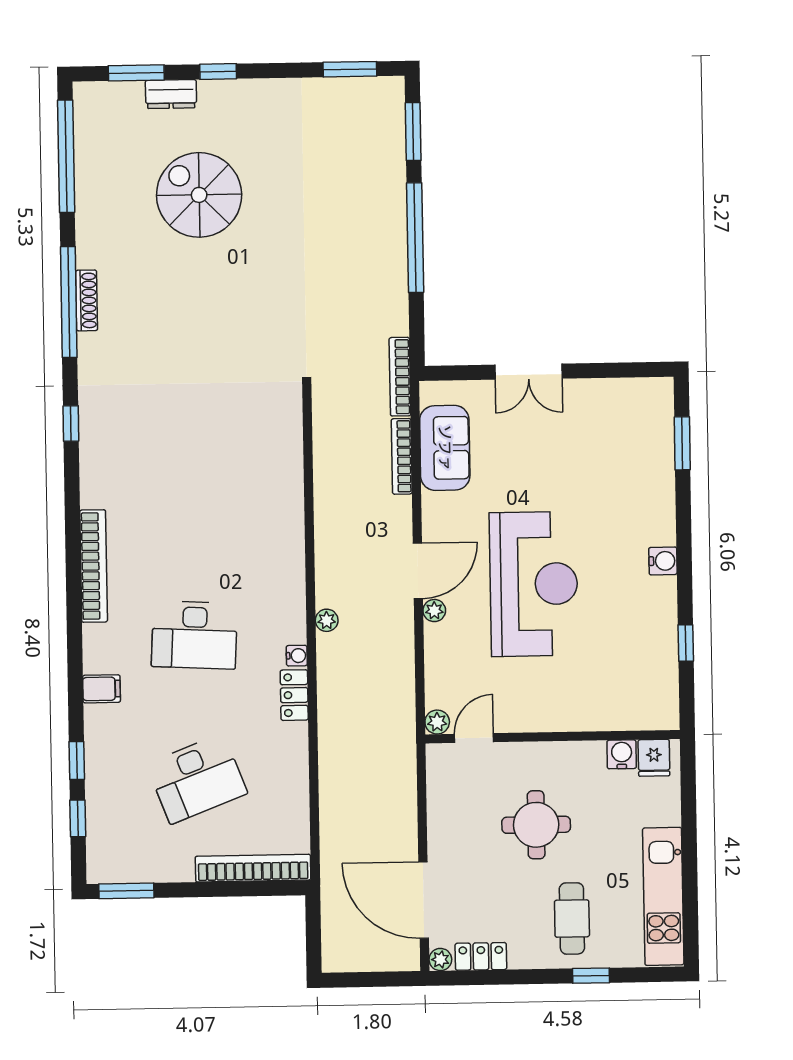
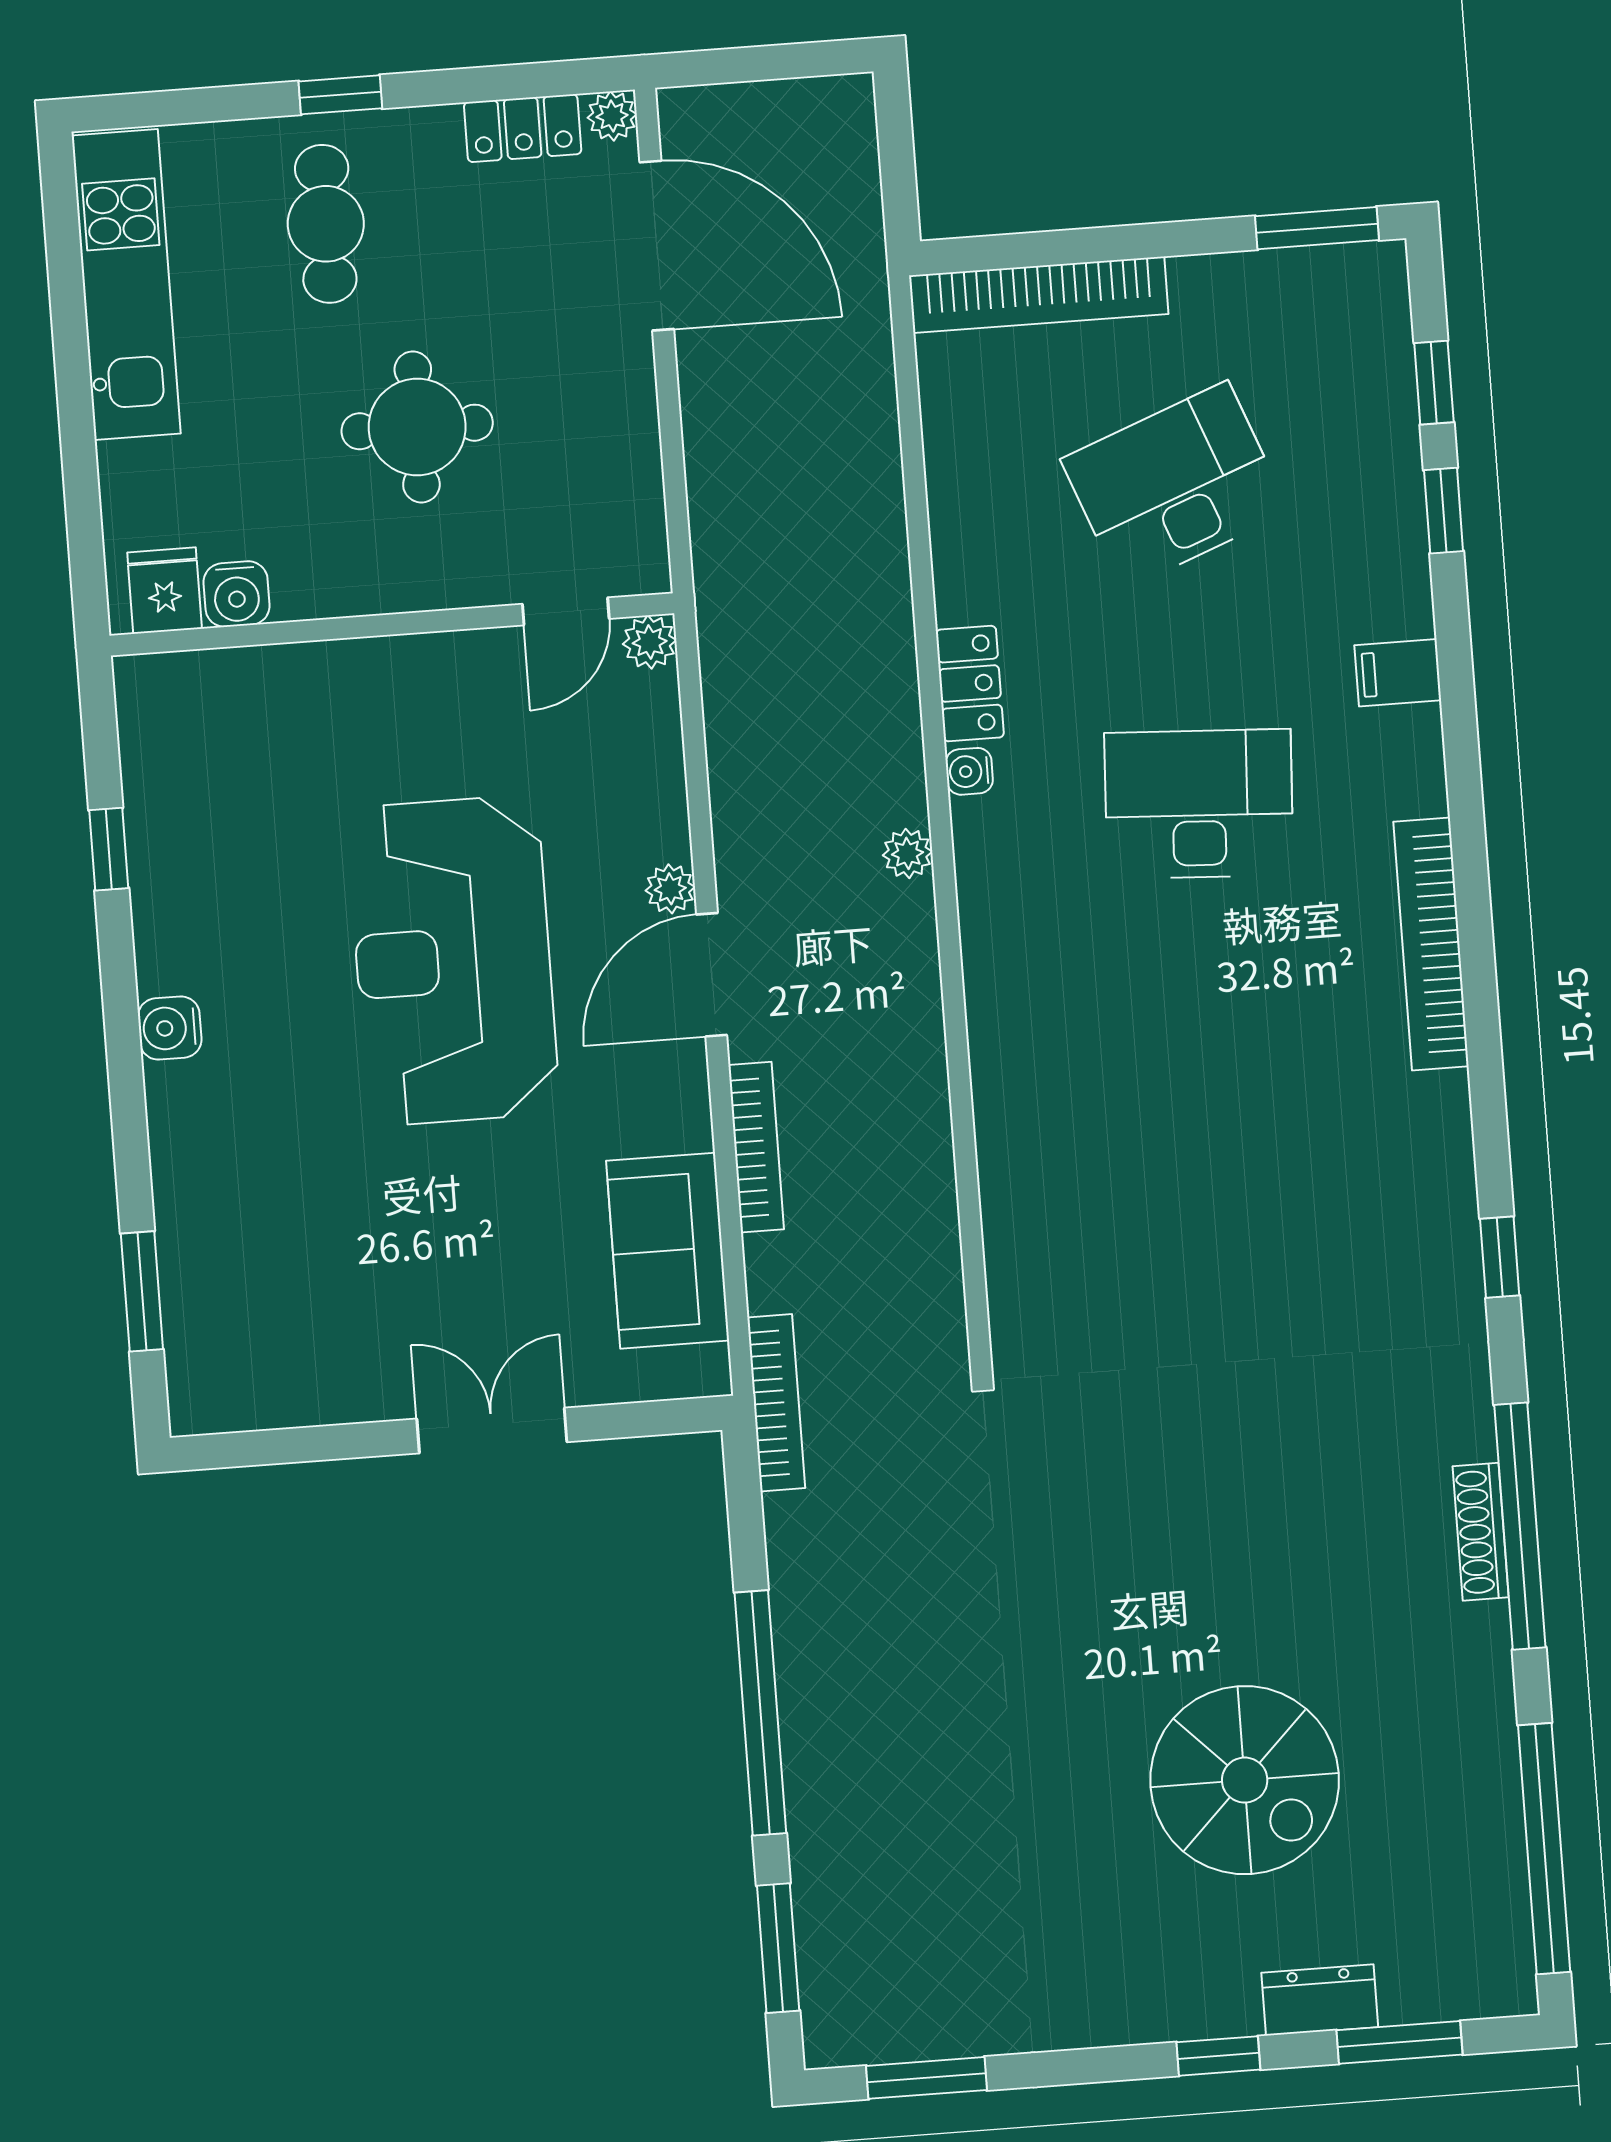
bookcase: (402, 456) -> (756, 1147), moved
window: (591, 976) -> (340, 95), moved

